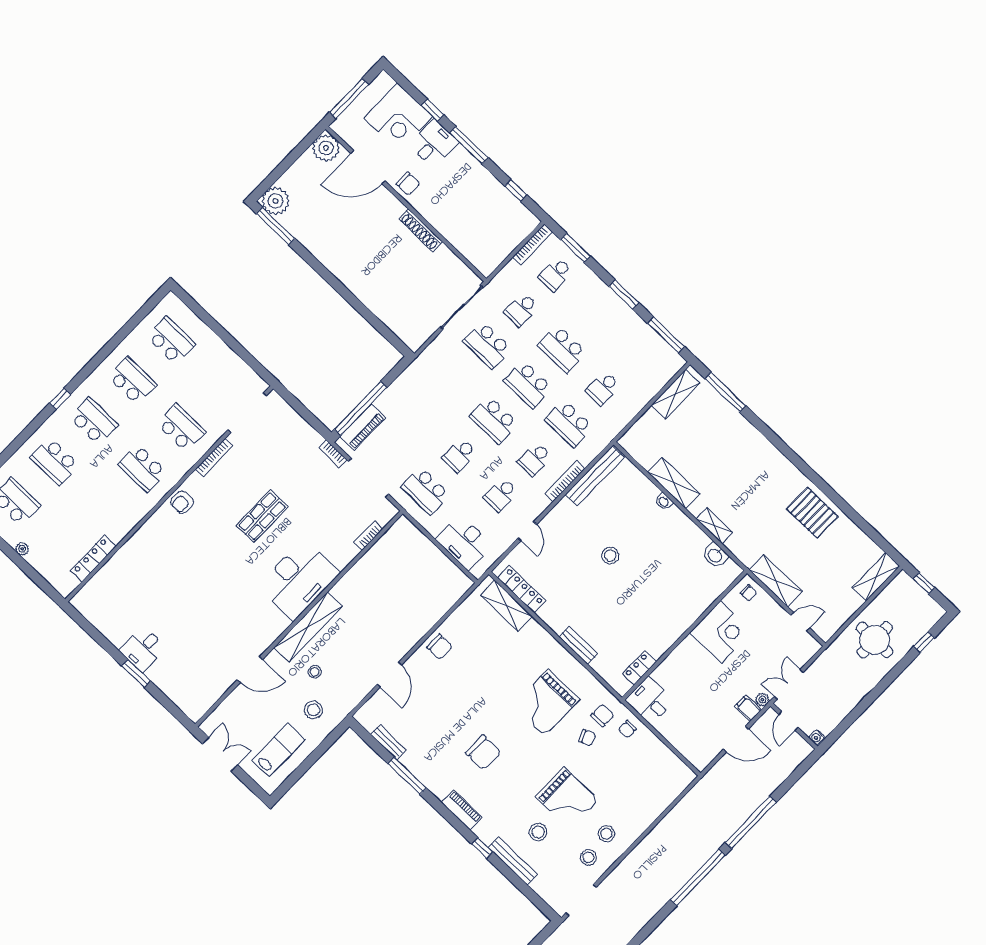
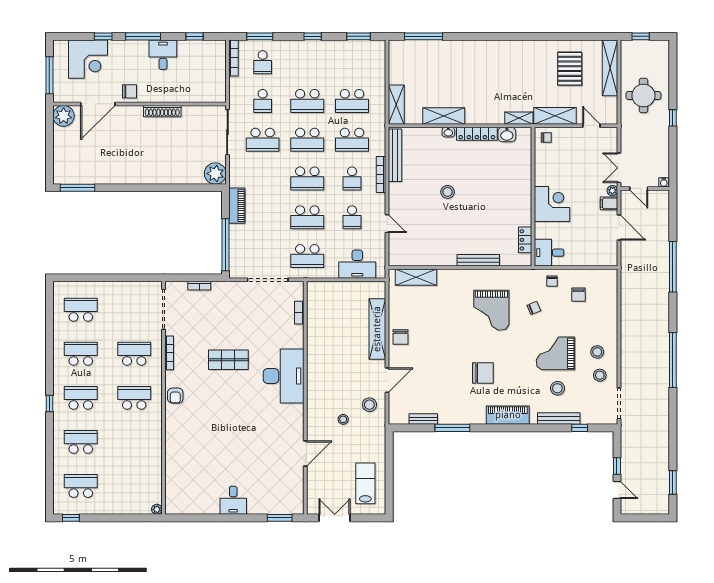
desk: (434, 144) -> (163, 55), moved
plant: (275, 201) -> (215, 174), moved
window: (624, 294) -> (313, 36), width x0.67
window: (666, 335) -> (359, 36), width x0.69
school desk: (603, 388) -> (352, 101), width x1.85
shelving: (676, 394) -> (396, 105), moved
piano: (363, 427) -> (237, 206), moved
bookcase: (333, 454) -> (199, 286), moved
school desk: (460, 455) -> (307, 217), width x1.85
school desk: (55, 461) -> (81, 442), turned 180
school desk: (142, 468) -> (134, 398), turned 180
pallet: (812, 513) -> (570, 69), moved, turned 90
shop shelf: (262, 516) -> (228, 360), turned 90
shelving: (715, 526) -> (519, 118), moved
plant: (22, 549) -> (157, 509), moved
locker: (93, 558) -> (156, 476), removed
shelving: (876, 577) -> (610, 68), width x1.47
locker: (522, 589) -> (477, 134), moved, turned 180
door: (800, 622) -> (591, 126), hinge flipped
shelving: (308, 627) -> (377, 329), moved
corner desk: (721, 632) -> (552, 204), moved
window: (924, 642) -> (673, 118), moved
bench: (578, 645) -> (478, 260), width x1.36
chair: (440, 647) -> (401, 337), turned 90
window: (136, 674) -> (280, 518), moved
door: (389, 675) -> (387, 380), hinge flipped
stool: (313, 710) -> (369, 405), moved
chair: (602, 715) -> (579, 295), moved, turned 180
door: (736, 739) -> (619, 228), hinge flipped
grand piano: (567, 798) -> (555, 353), turned 180
piano: (462, 810) -> (508, 415), width x1.37, depth x1.33
window: (482, 848) -> (580, 428), moved
window: (698, 877) -> (673, 360), moved

